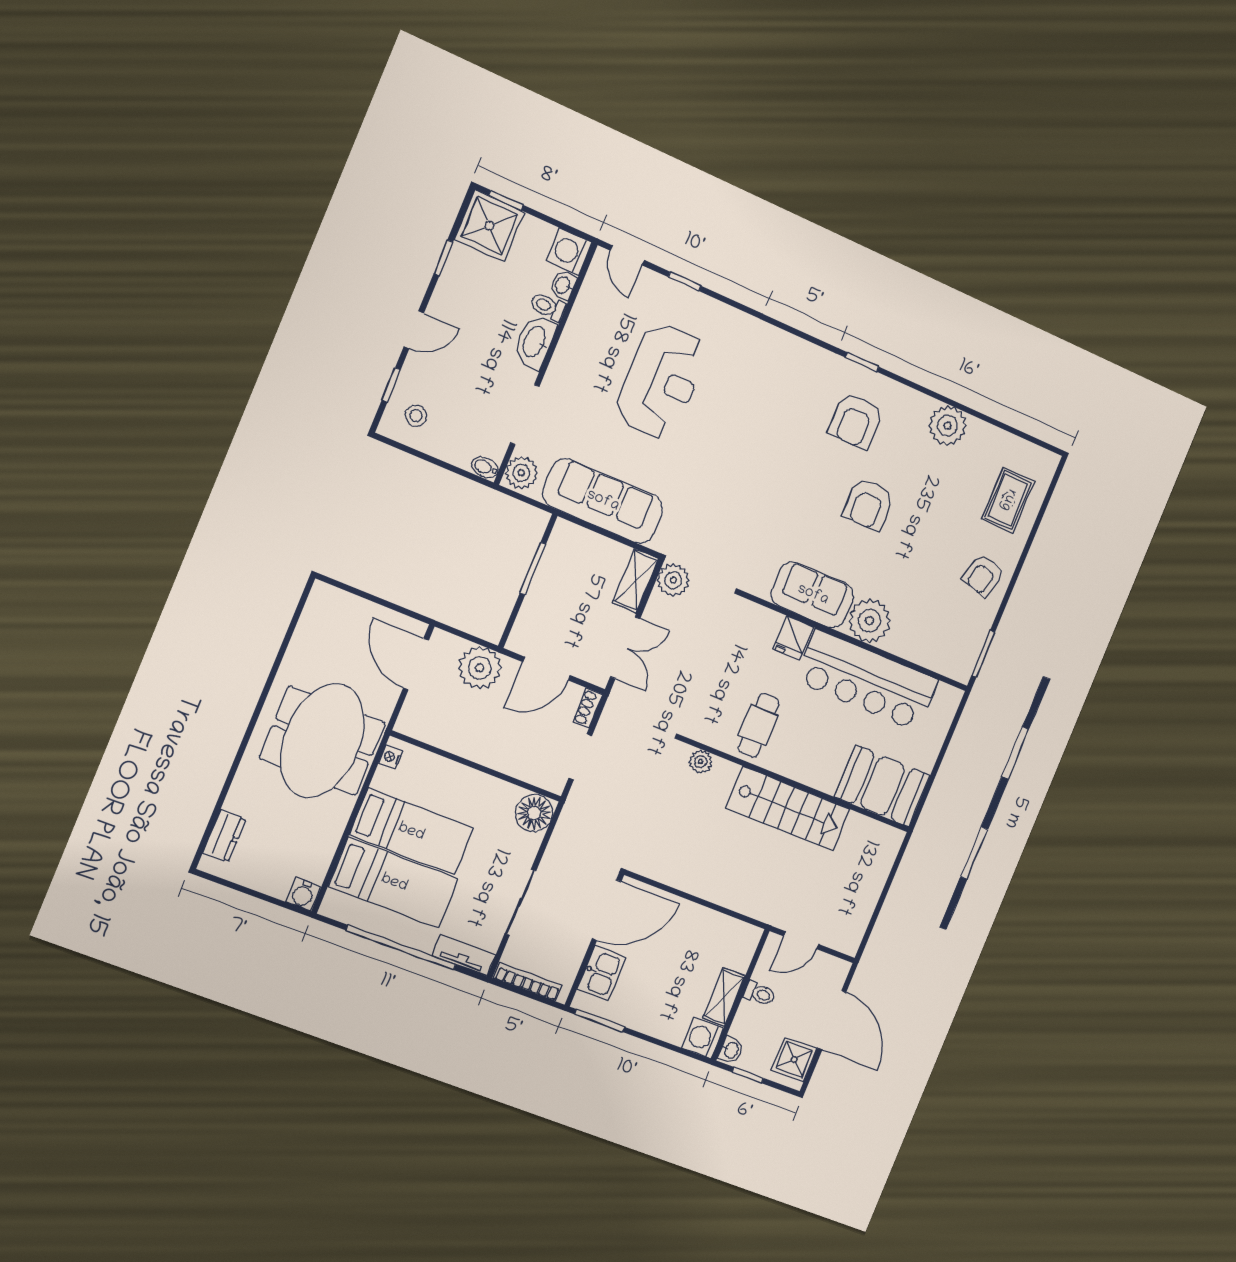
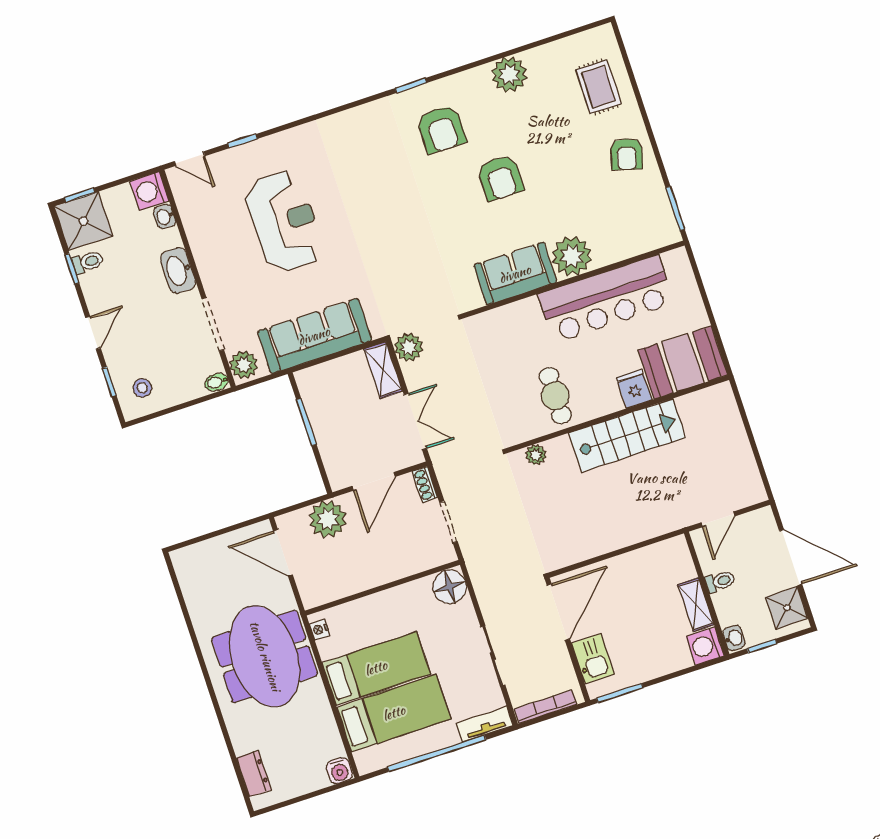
toilet: (548, 307) -> (88, 262), moved, turned 180
fridge: (793, 638) -> (634, 389), moved, turned 180

